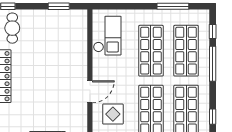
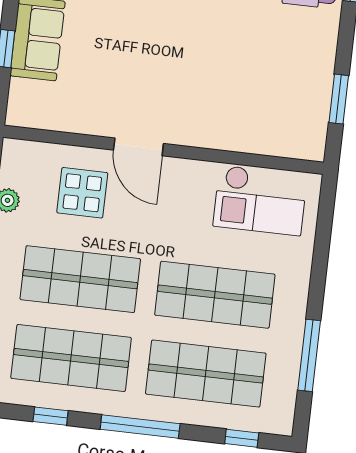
window: (213, 64) -> (140, 426), moved

